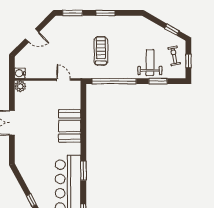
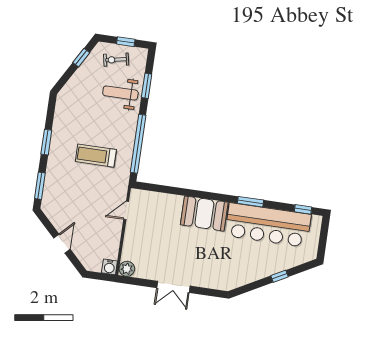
booth: (70, 126) -> (204, 214), moved

